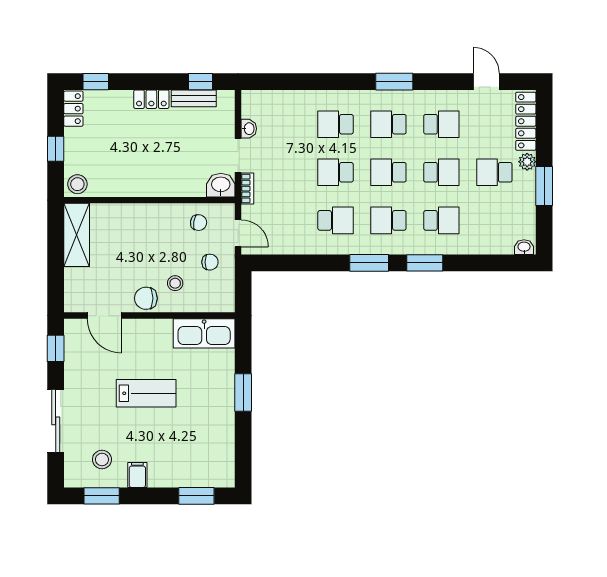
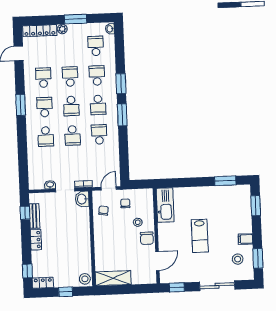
school desk: (388, 124) -> (44, 107), turned 180
school desk: (494, 172) -> (96, 46), moved, turned 180
lab bench: (146, 393) -> (200, 236), turned 180
window: (243, 393) -> (225, 181), moved

